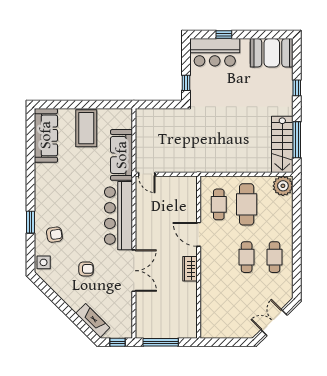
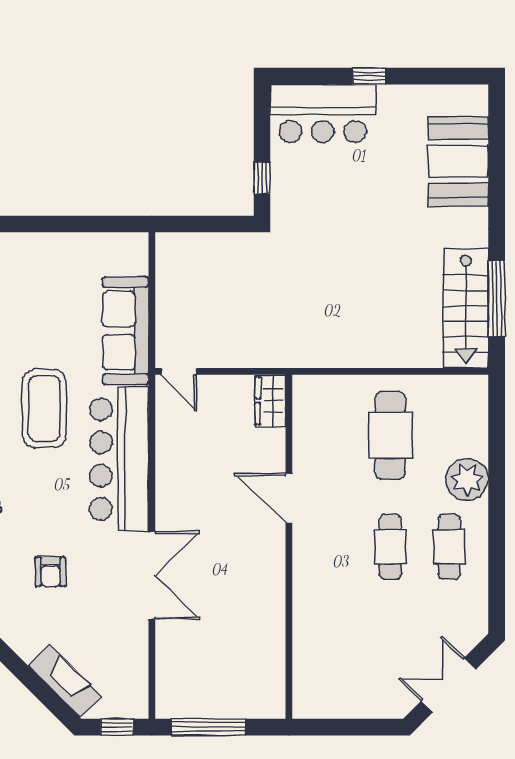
window: (224, 35) -> (369, 76), moved
booth: (272, 53) -> (458, 161), moved, turned 90
window: (297, 88) -> (497, 189), removed
coffee table: (86, 128) -> (44, 409), moved
plant: (283, 186) -> (467, 480), moved
cafe table: (219, 204) -> (331, 435), removed
armchair: (86, 269) -> (51, 572), turned 90
wardrobe: (190, 269) -> (270, 401), moved

